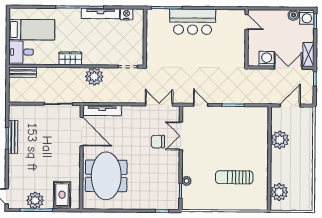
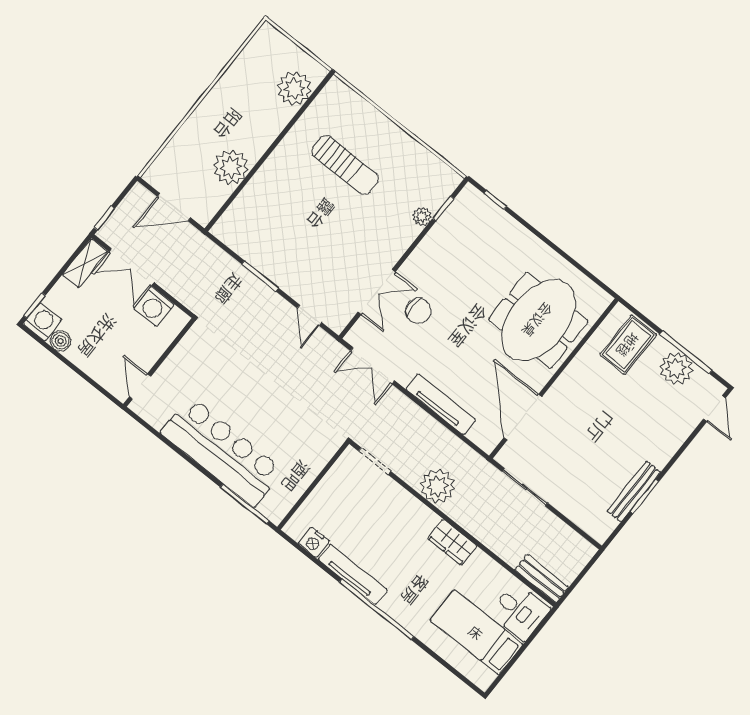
bar counter: (193, 22) -> (222, 452), width x1.36
tv unit: (102, 111) -> (441, 404), moved

